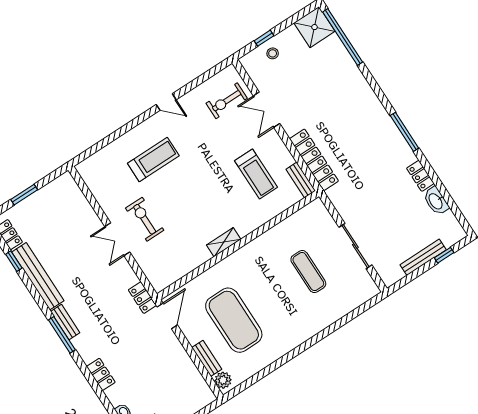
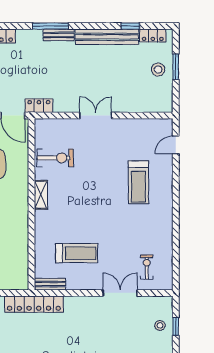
exercise bike: (227, 101) -> (147, 267), width x0.73, depth x0.72
door: (166, 102) -> (176, 145), moved
locker: (314, 160) -> (34, 304), moved
treadmill: (256, 174) -> (77, 253), turned 180
stool: (37, 209) -> (158, 70), added
exercise bike: (145, 219) -> (55, 158), moved

